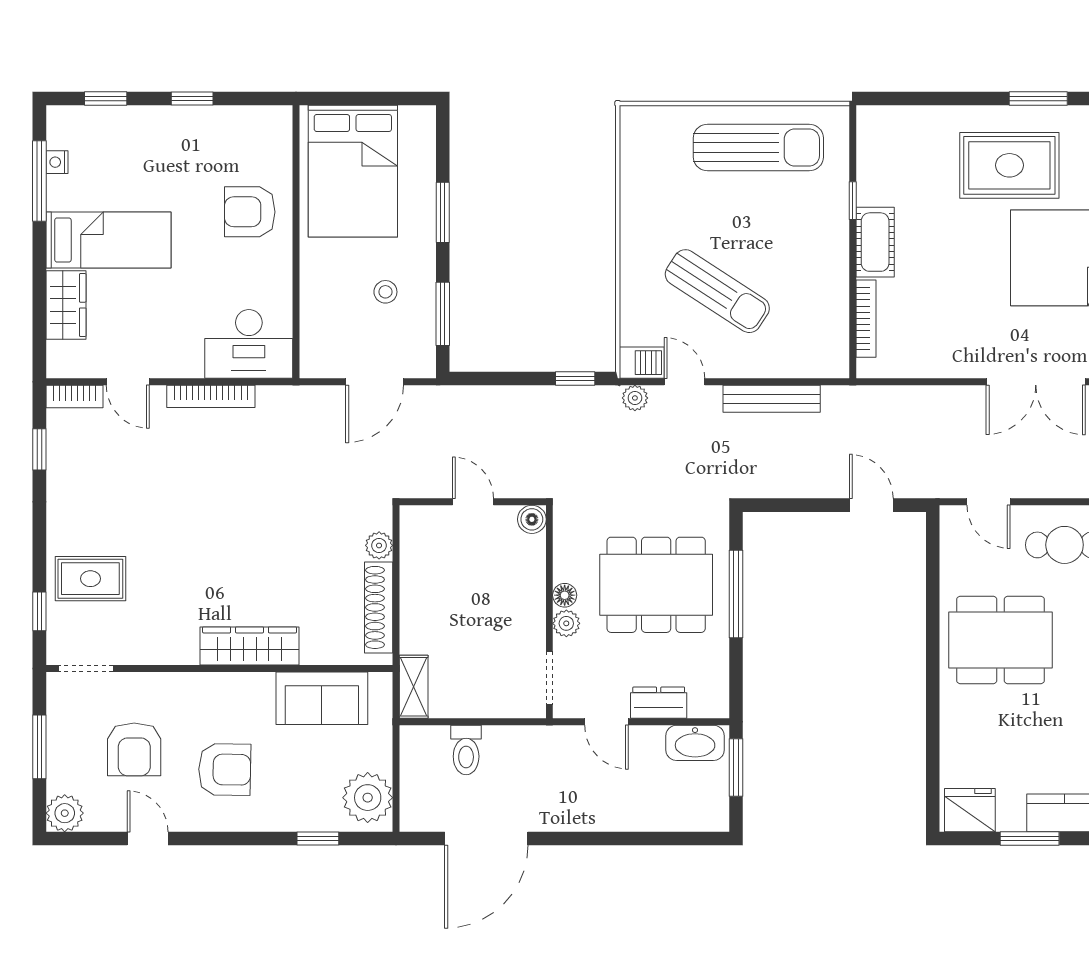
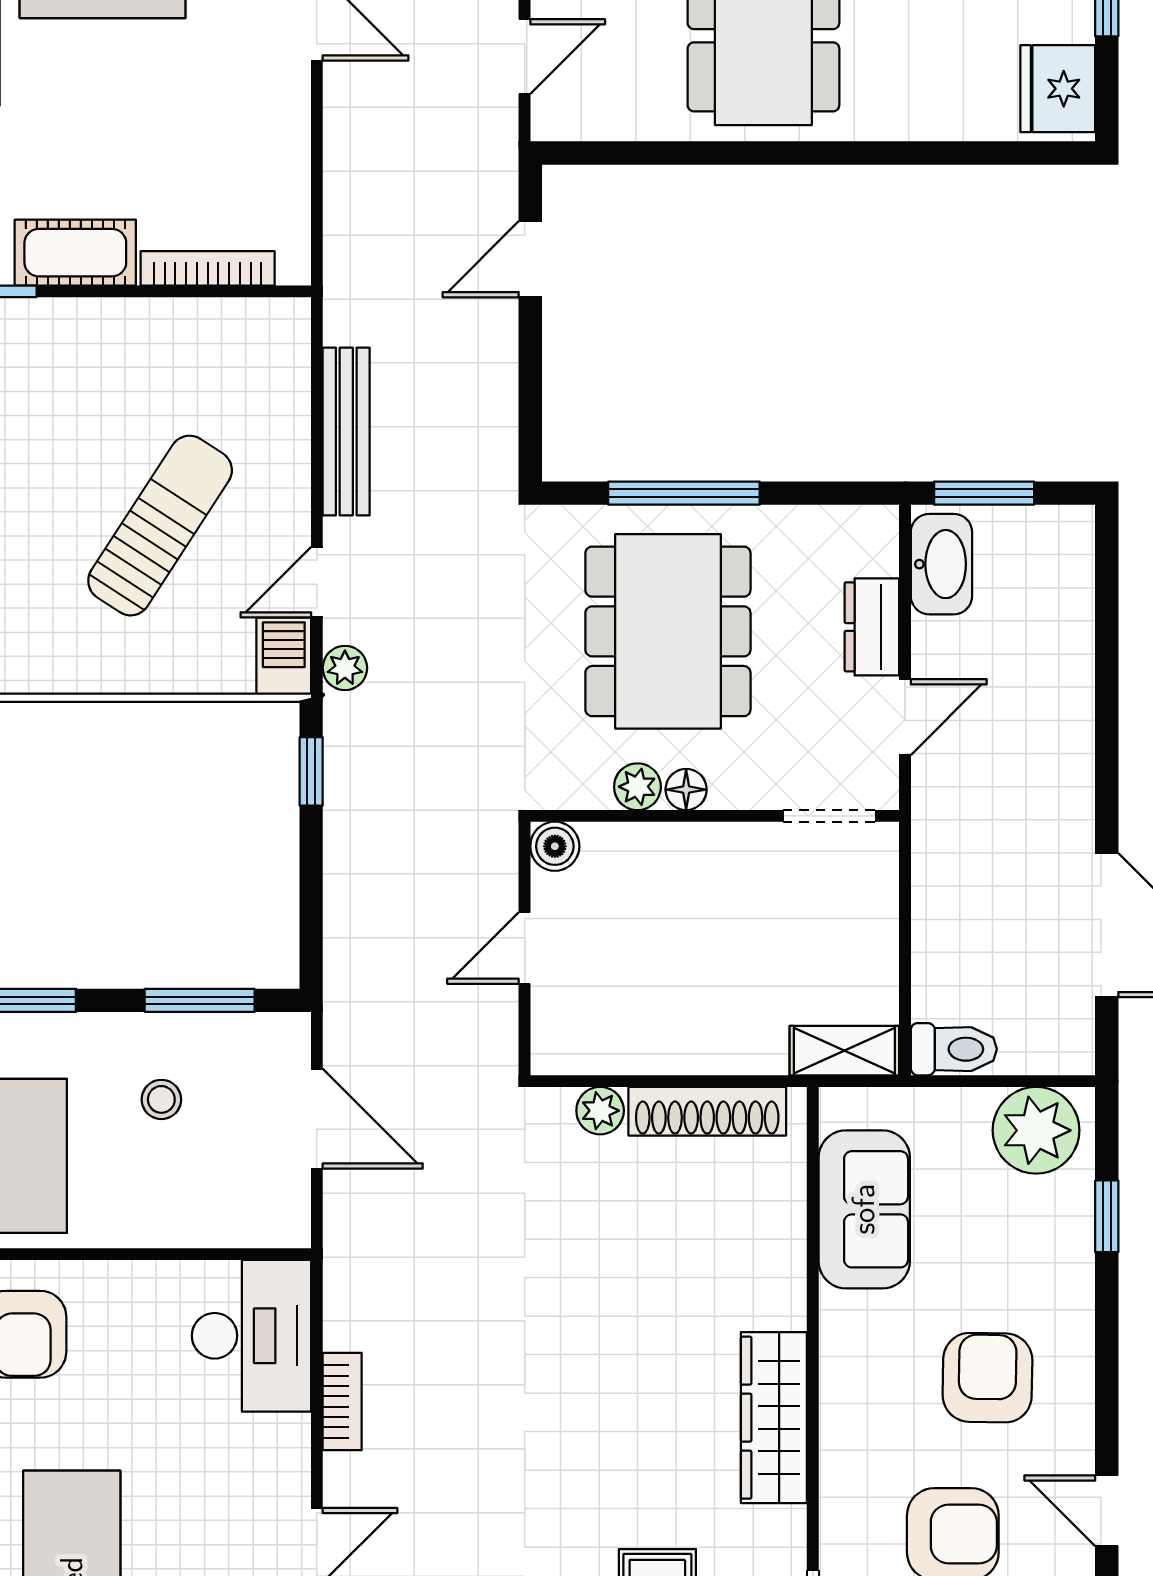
bookcase: (211, 396) -> (342, 1401), width x0.64
plant: (566, 623) -> (637, 787), moved
wardrobe: (250, 646) -> (774, 1418), moved
toilet: (466, 750) -> (954, 1049), moved
door: (148, 838) -> (1107, 1511), hinge flipped

